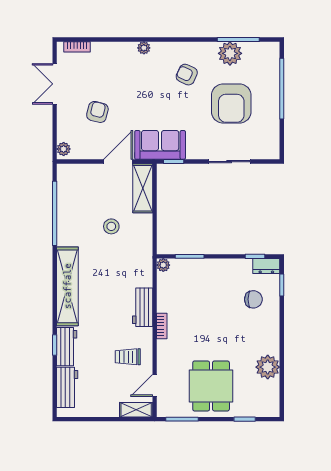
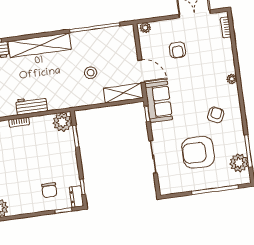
plant: (230, 53) -> (239, 163), moved
armchair: (97, 112) -> (177, 50), turned 76
plant: (163, 265) -> (62, 122), width x1.87, depth x1.87

